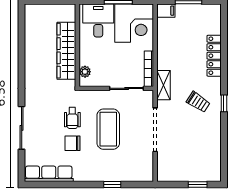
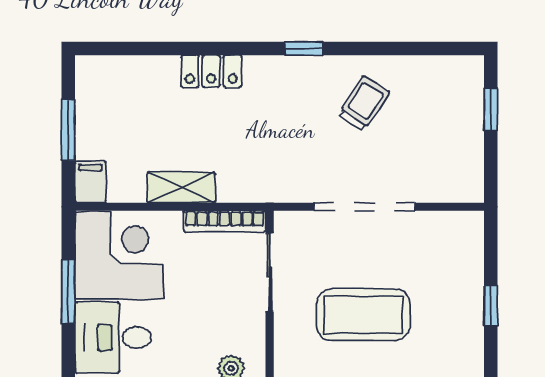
locker: (214, 56) -> (211, 71), width x0.66
shelving: (164, 85) -> (181, 187), moved
trolley: (198, 102) -> (364, 104), moved

